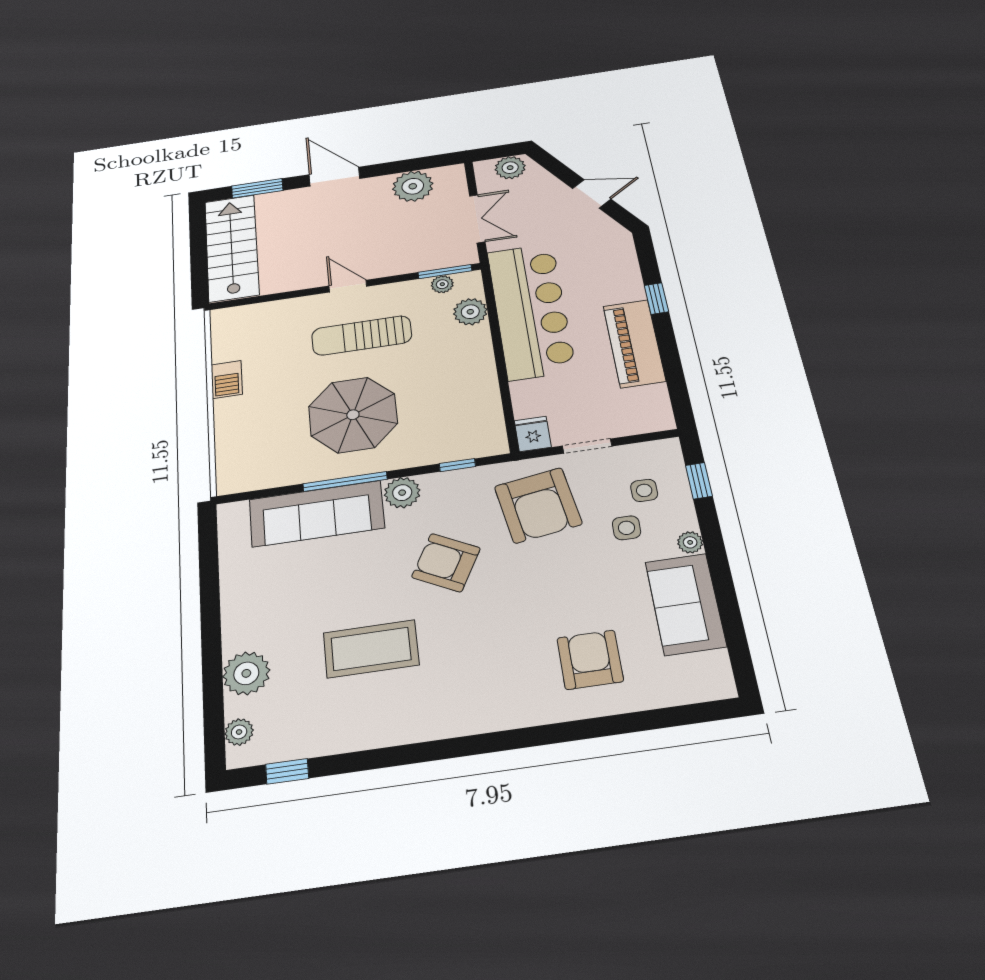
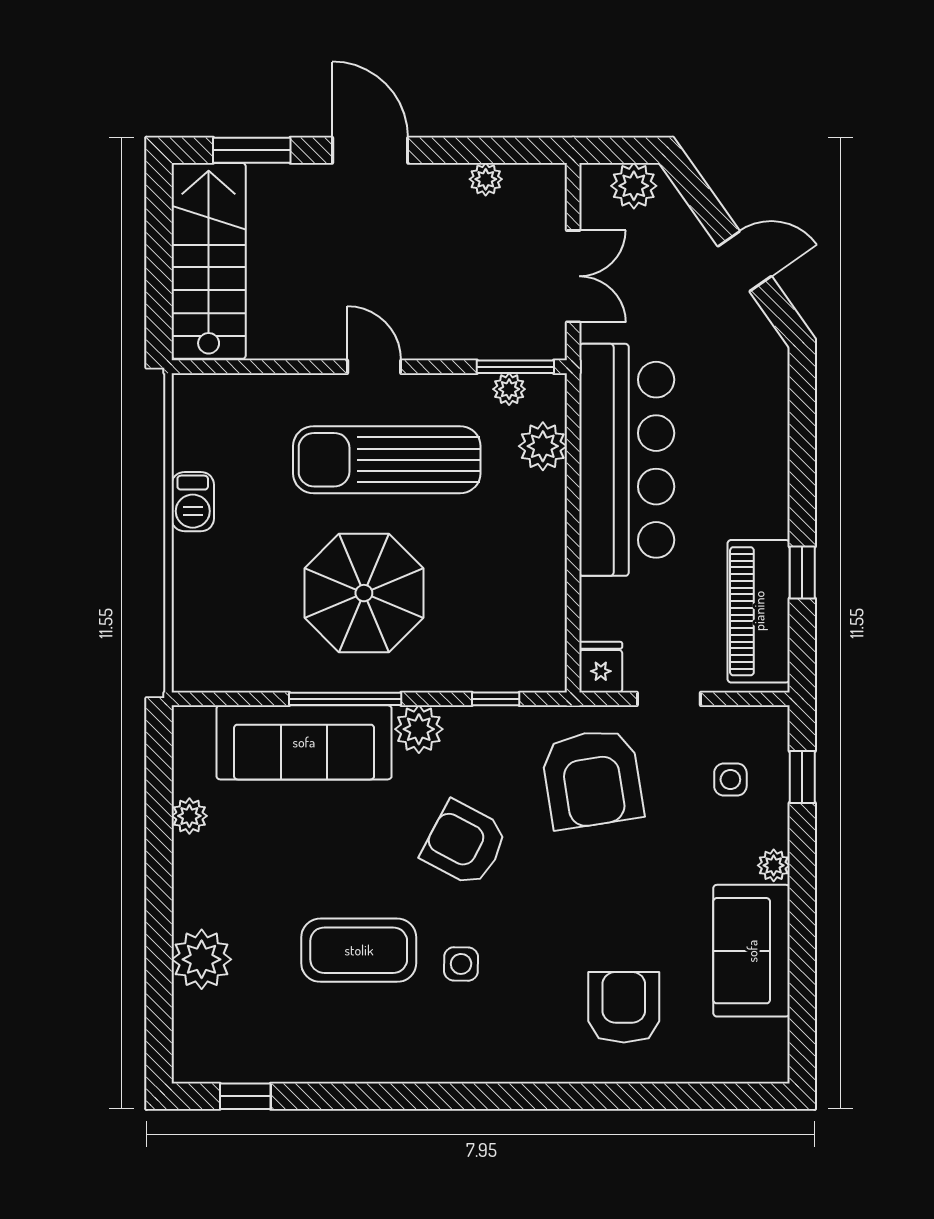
plant: (413, 186) -> (486, 179), width x0.53, depth x0.53
window: (656, 299) -> (802, 573), moved
sun lounger: (362, 335) -> (387, 460), width x1.36, depth x1.34
piano: (634, 343) -> (759, 611), moved
side table: (627, 528) -> (461, 964), moved
plant: (239, 732) -> (189, 816), moved

